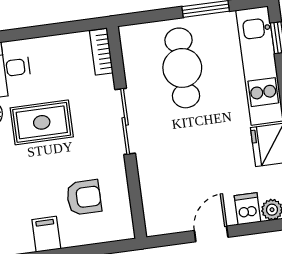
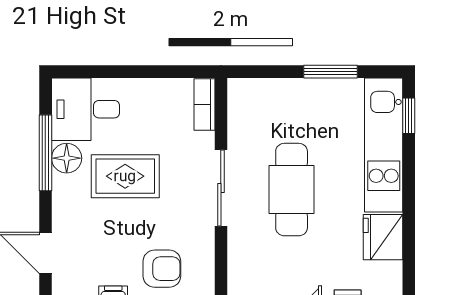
cafe table: (182, 68) -> (292, 190), moved

